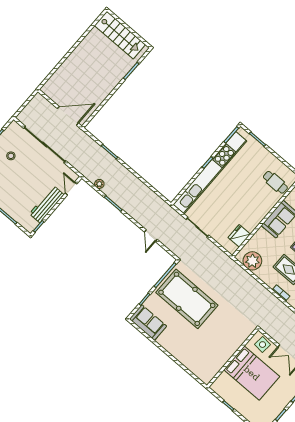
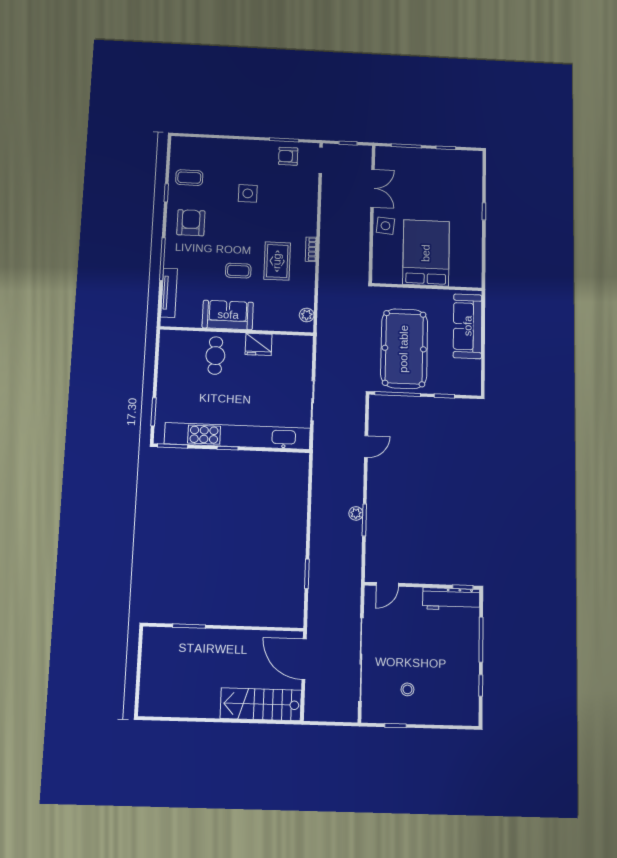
stairs: (120, 35) -> (261, 704), moved, turned -90
cafe table: (275, 182) -> (215, 356), moved
plant: (99, 184) -> (356, 513), moved
workbench: (47, 204) -> (451, 599), moved
fridge: (239, 236) -> (259, 344), moved
plant: (252, 261) -> (307, 315), width x0.53, depth x0.53
sofa: (148, 323) -> (468, 326), moved, width x1.36
wall: (233, 358) -> (427, 287), moved
bed: (252, 373) -> (426, 253), moved

